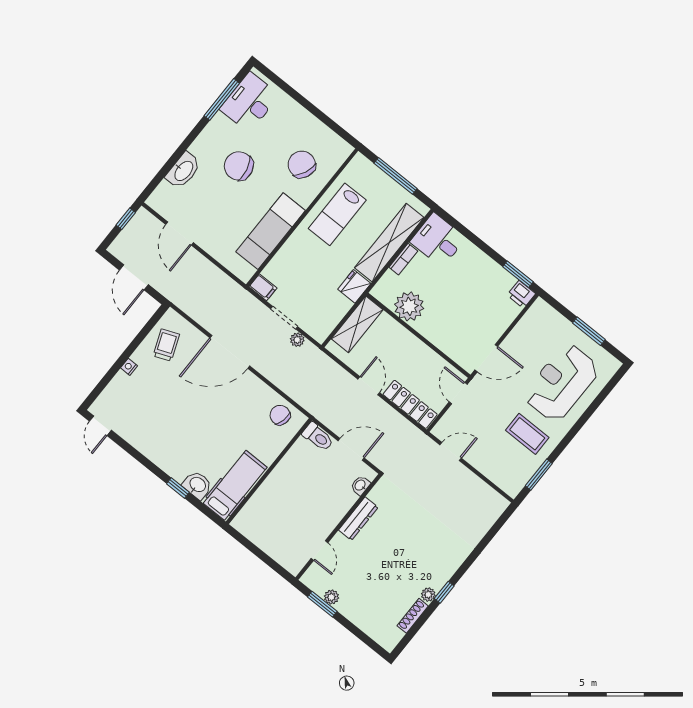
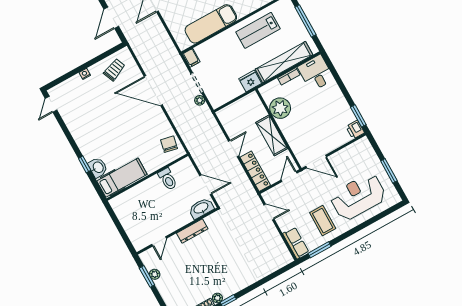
shelving: (357, 324) -> (272, 135), moved, turned 90
toilet: (318, 437) -> (168, 179), moved
row of seats: (503, 478) -> (296, 243), added
washbasin: (360, 485) -> (201, 208), width x1.91, depth x1.45

